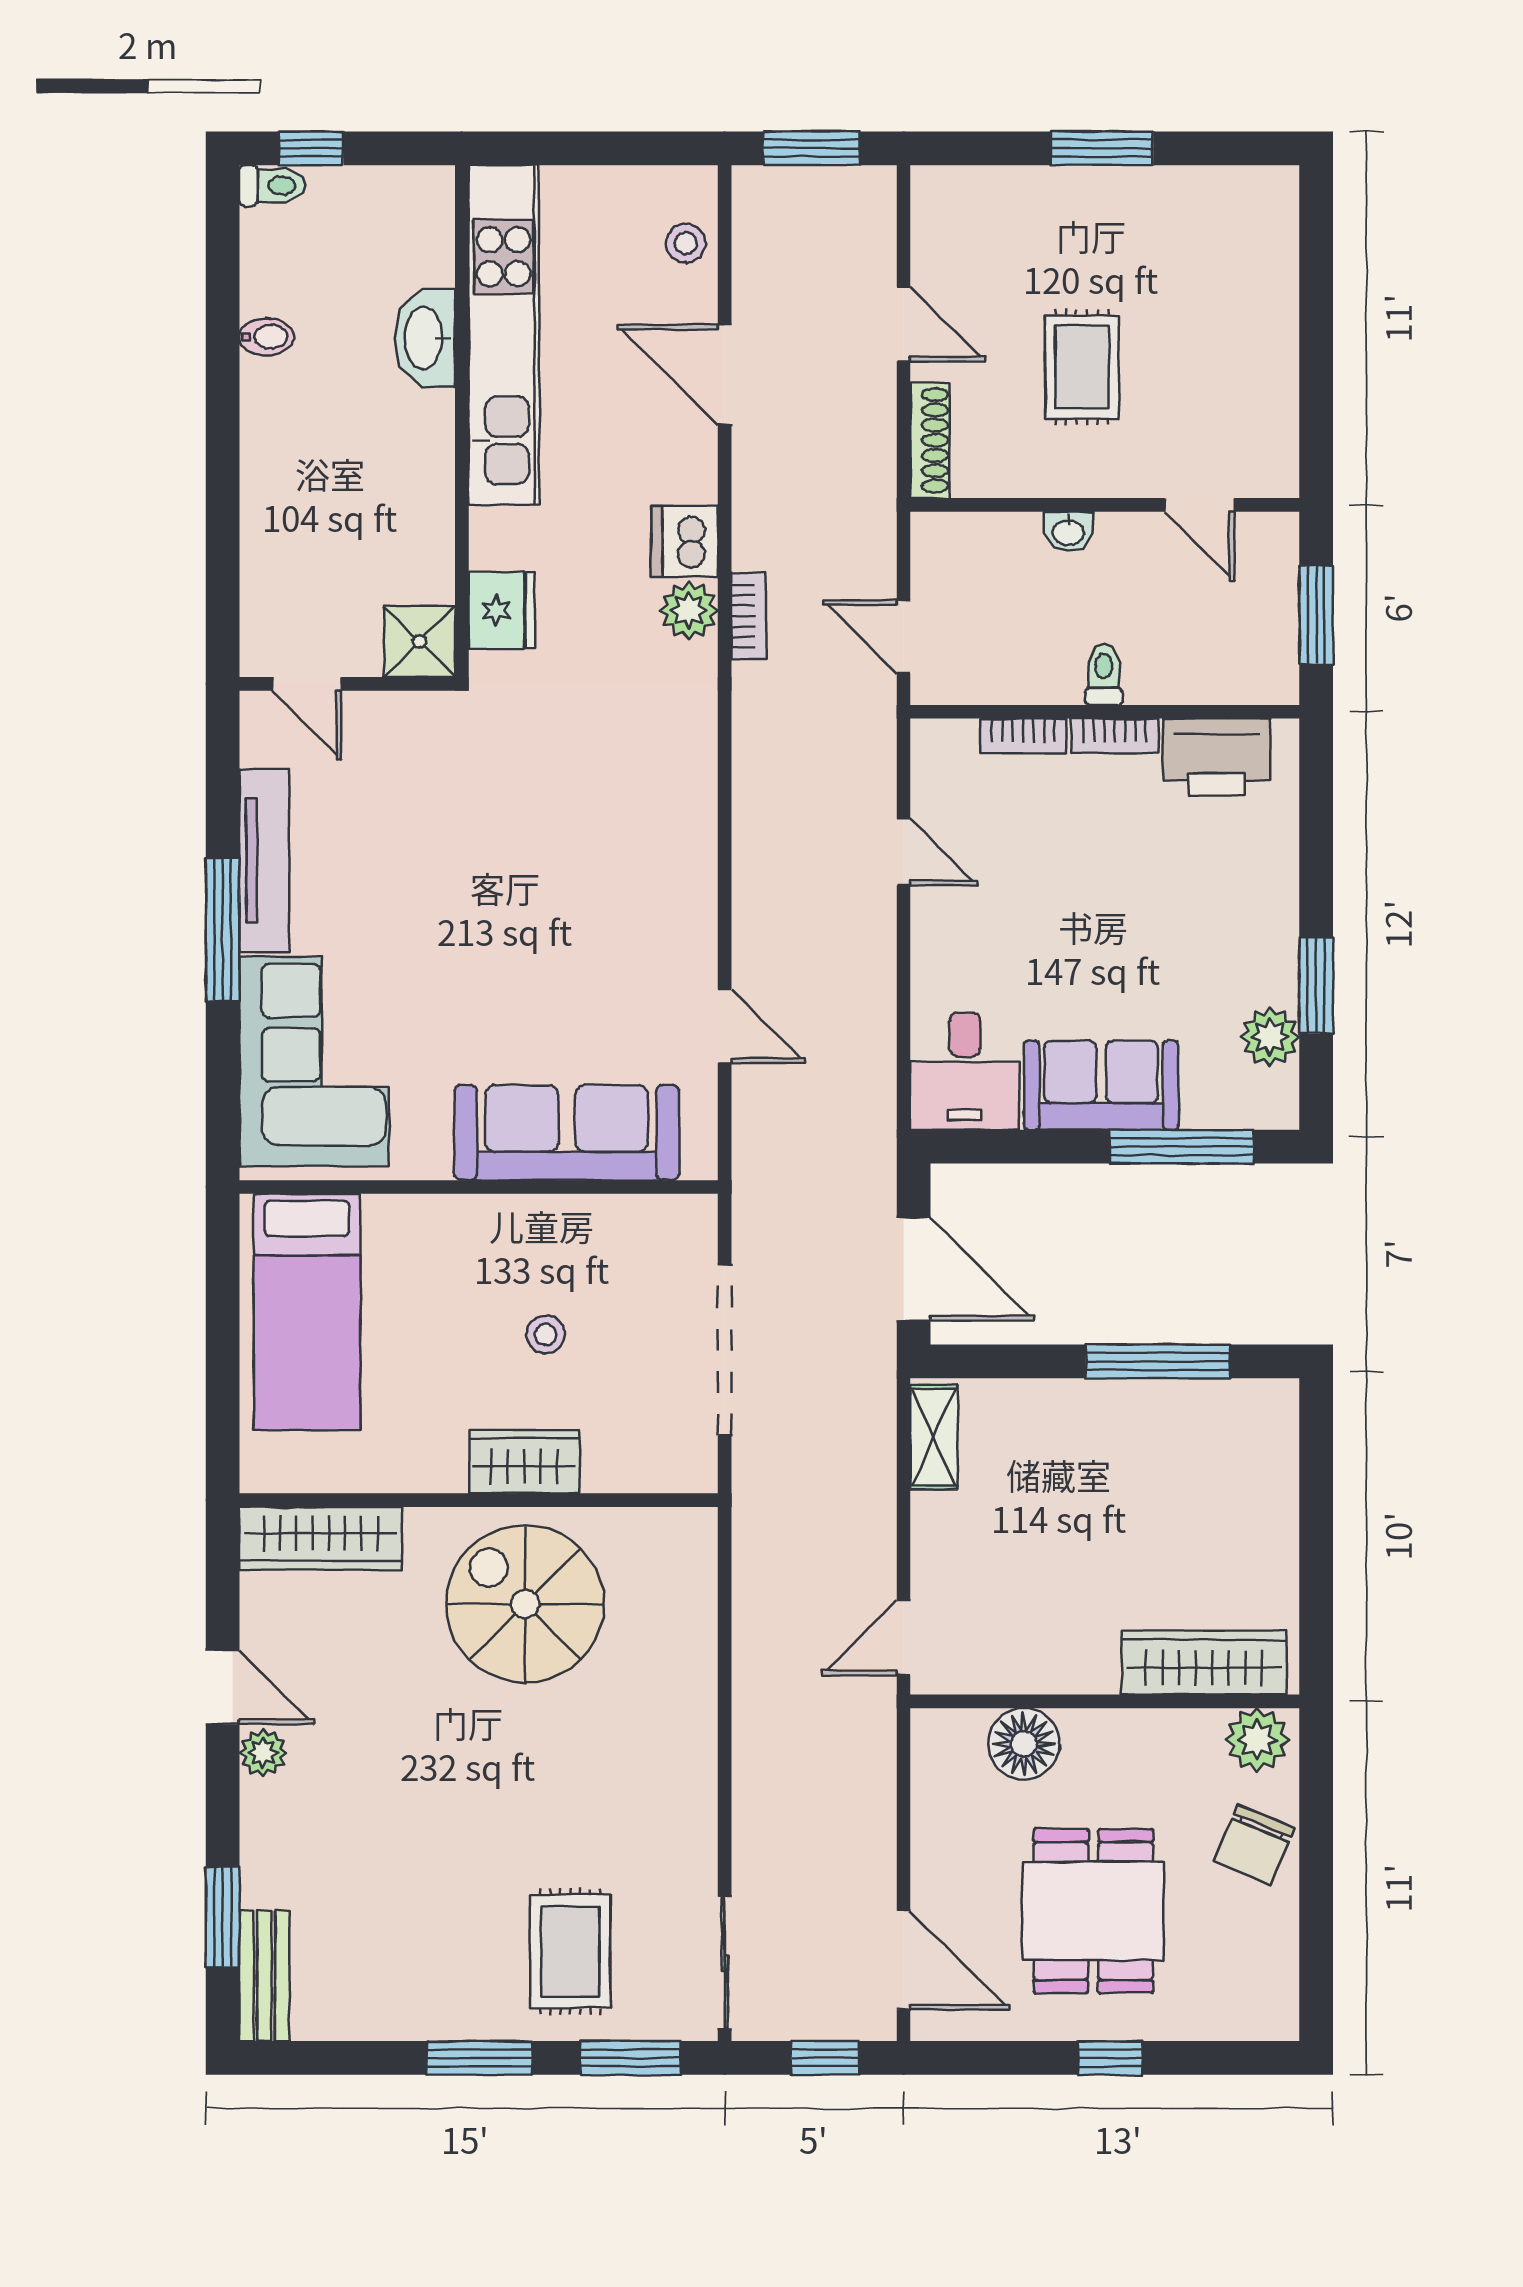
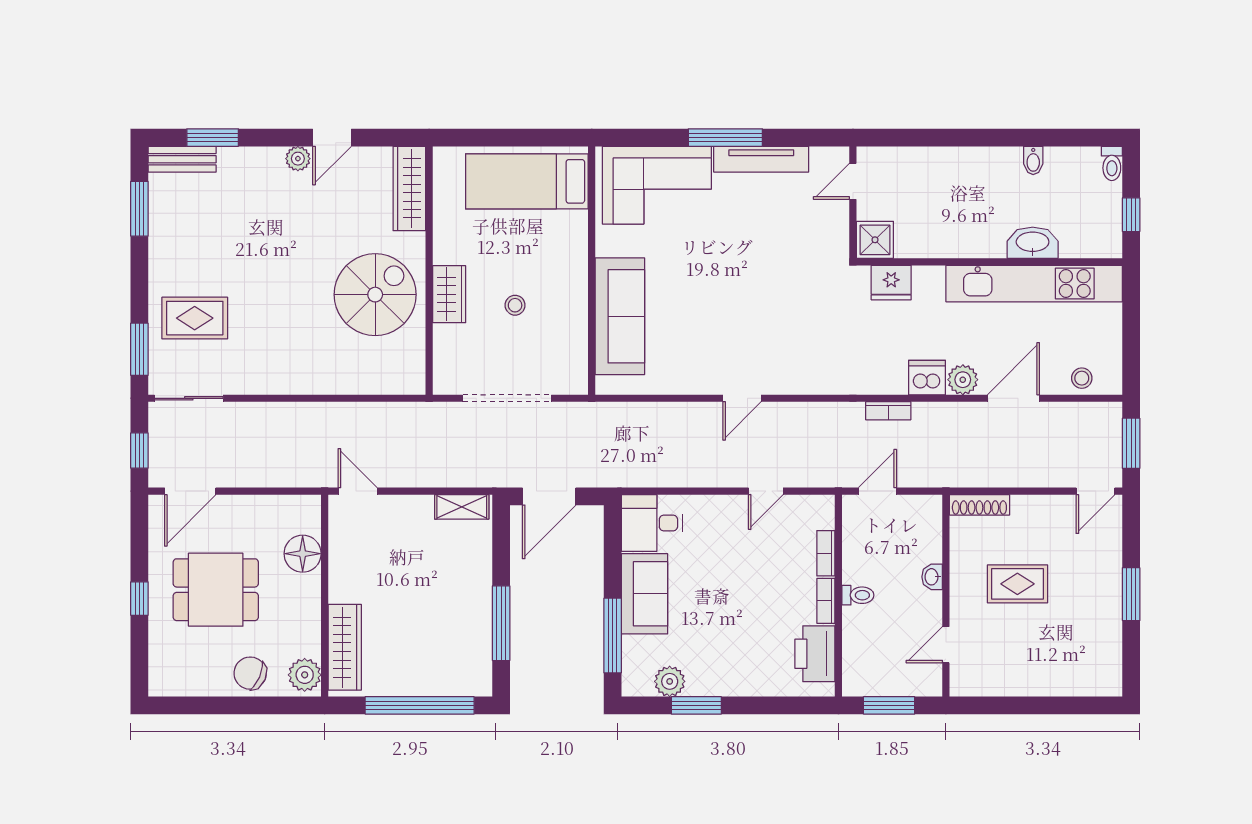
window: (311, 148) -> (1131, 215), moved
door: (903, 324) -> (1095, 491), moved
plant: (689, 610) -> (963, 380), moved
door: (725, 1026) -> (742, 398), moved
window: (1316, 1518) -> (420, 705), added
window: (480, 2058) -> (139, 209), moved

